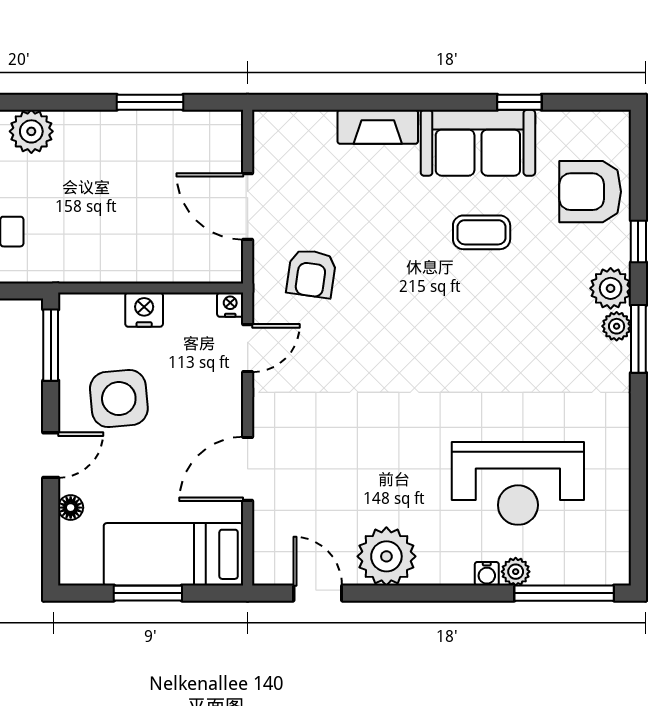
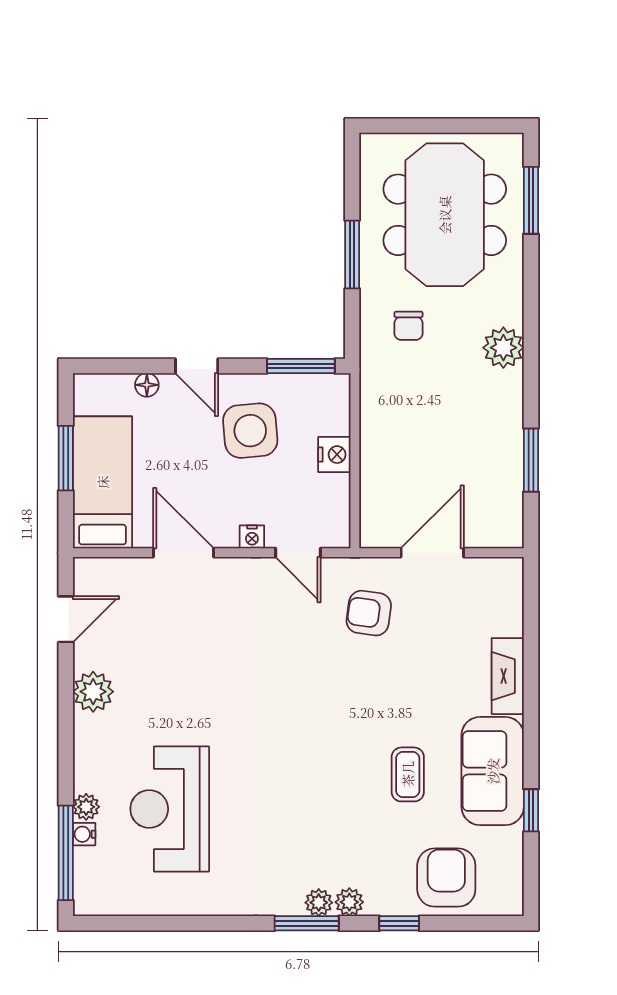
plant: (611, 288) -> (349, 902), width x0.73, depth x0.73
nightstand: (230, 305) -> (252, 537), moved, turned 90
plant: (386, 556) -> (93, 692), width x0.73, depth x0.73
water cooler: (487, 574) -> (84, 834), moved

